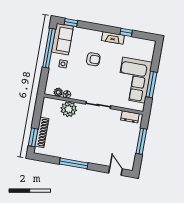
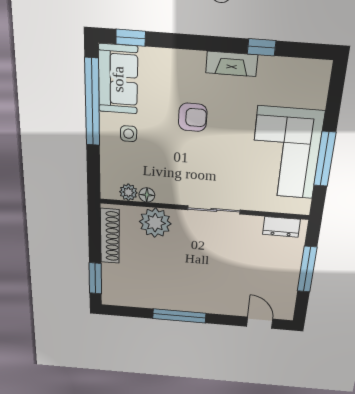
shoe rack: (42, 132) -> (110, 236), moved

